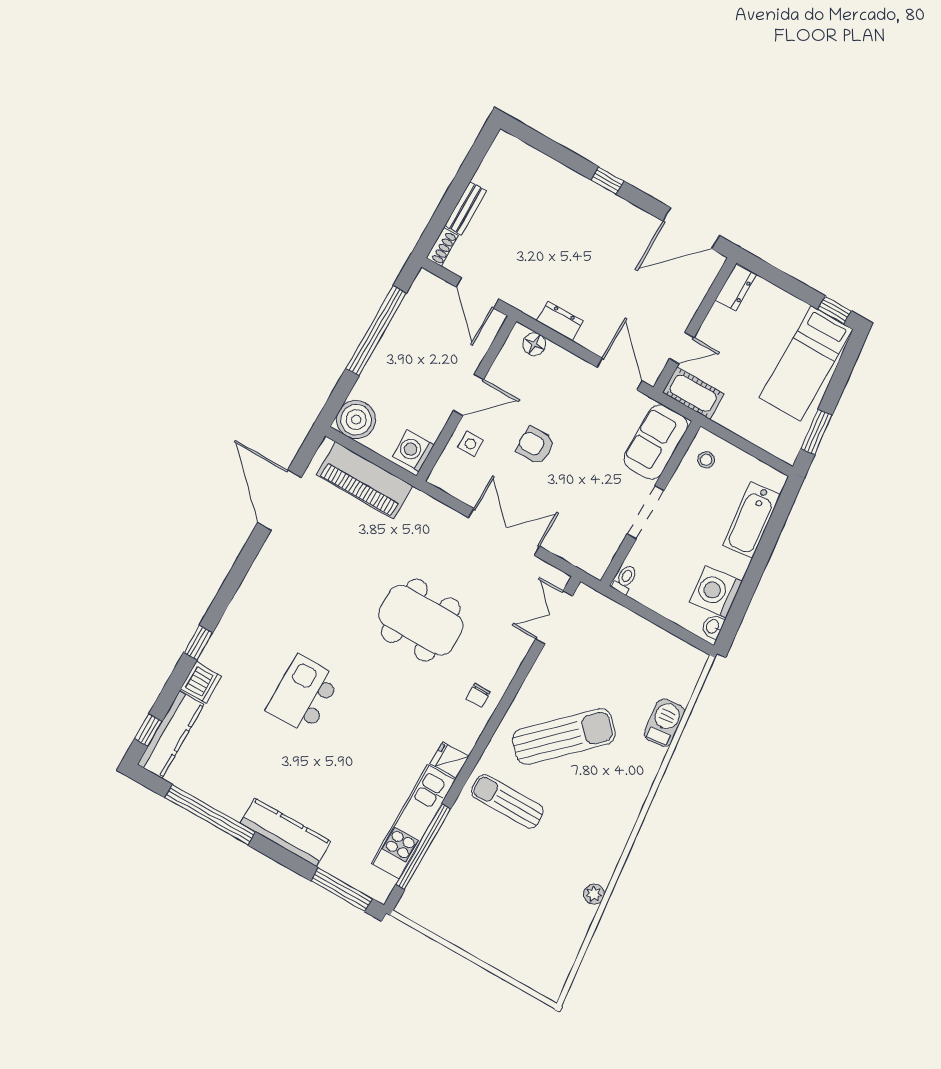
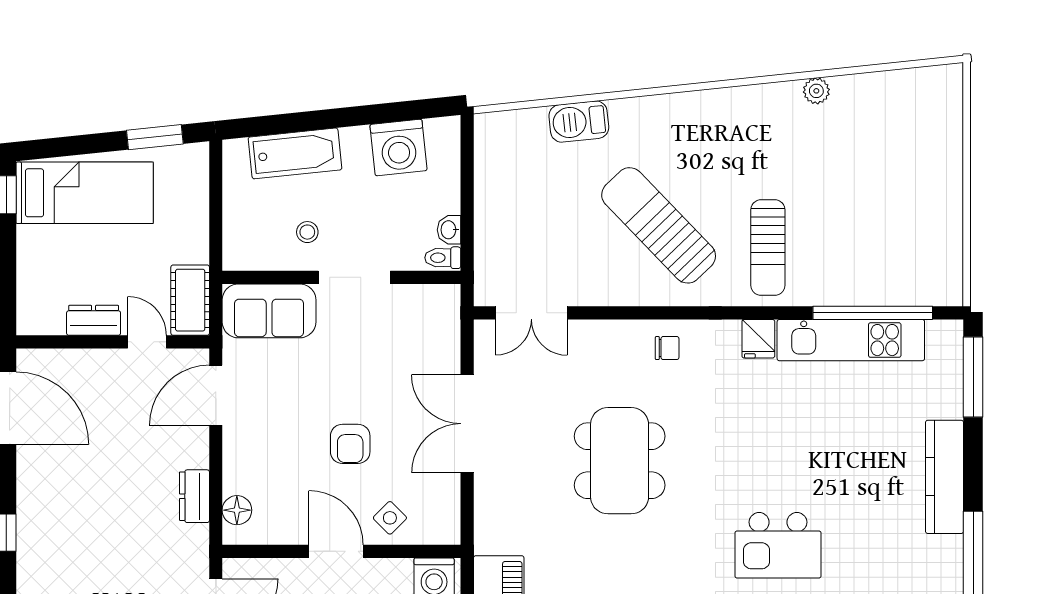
dresser: (736, 287) -> (94, 320), moved
side table: (470, 444) -> (390, 518), turned 45
stool: (706, 460) -> (307, 232), moved
washbasin: (713, 627) -> (449, 230), moved, turned 96

